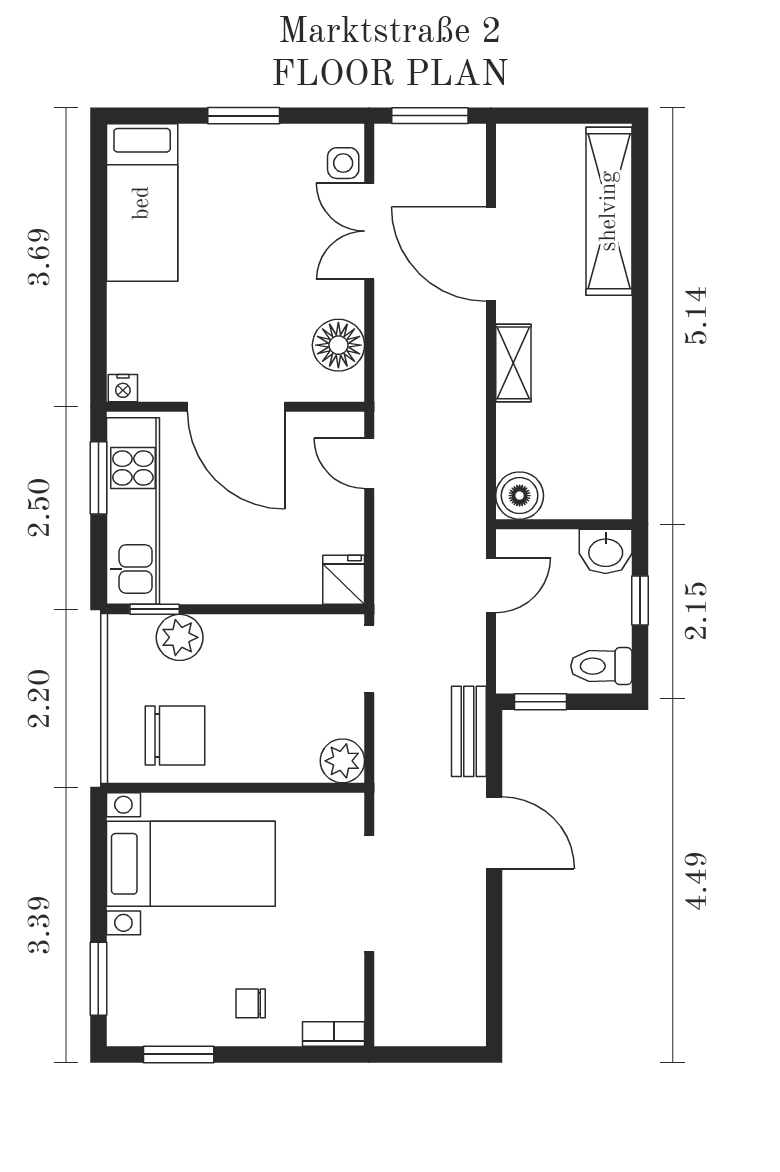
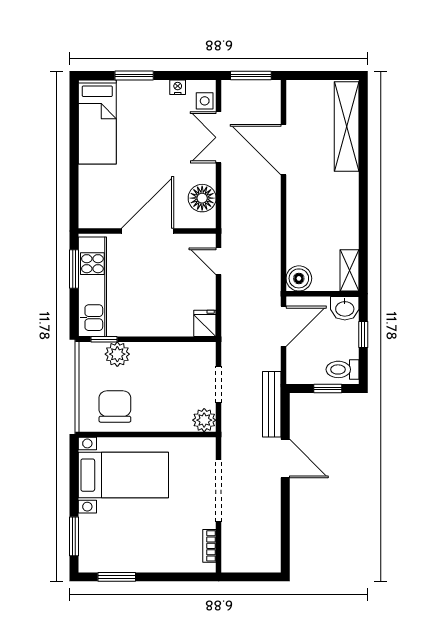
window: (244, 116) -> (134, 76), moved
shelving: (513, 363) -> (350, 270), moved
nightstand: (123, 388) -> (178, 87), moved, turned 180
door: (236, 407) -> (148, 231), swing flipped
door: (491, 585) -> (284, 326), width x1.38
doorway: (369, 659) -> (219, 384), moved
window: (540, 702) -> (328, 389), moved
bench: (469, 731) -> (272, 404), width x1.36
chair: (175, 735) -> (115, 407), turned -90
chair: (251, 1003) -> (155, 550), removed
bookcase: (334, 1034) -> (209, 546), moved, turned -90

